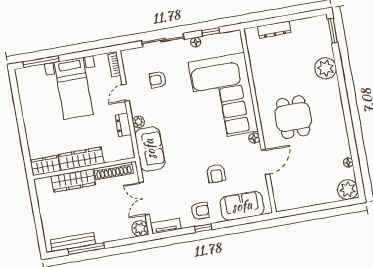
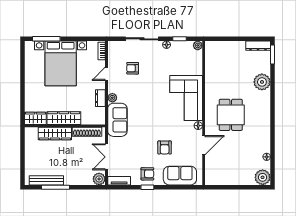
dresser: (274, 30) -> (258, 46), moved
plant: (235, 36) -> (198, 45), added
bed with nightstands: (74, 88) -> (61, 63), width x1.36
corner sofa: (223, 97) -> (186, 98), width x0.73, depth x0.74

